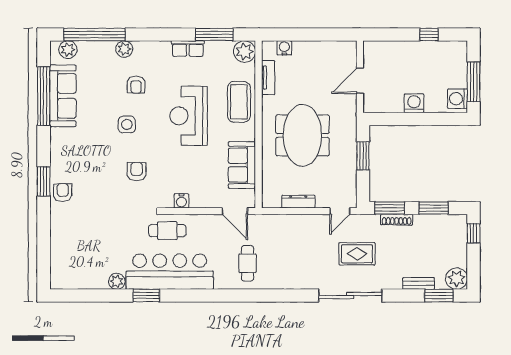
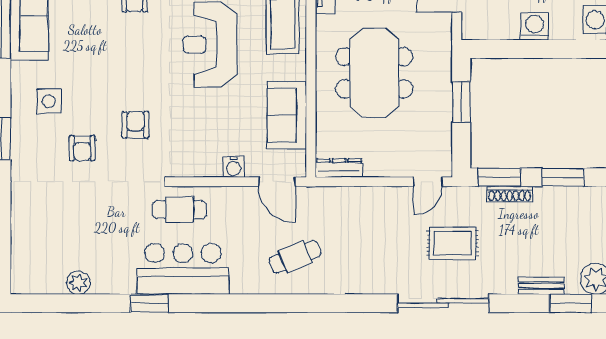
side table: (127, 124) -> (49, 101), moved
armchair: (63, 192) -> (82, 148), moved, turned 180
water cooler: (181, 201) -> (234, 167), moved
dresser: (298, 202) -> (339, 168), moved
cafe table: (248, 263) -> (295, 257), turned 68
bar counter: (170, 272) -> (183, 269), width x0.73
plant: (117, 281) -> (78, 283), moved

